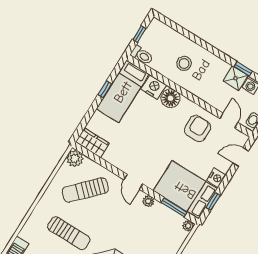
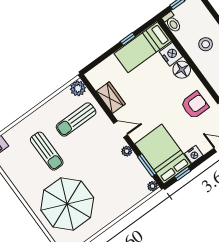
wardrobe: (92, 143) -> (111, 98), moved
door: (133, 182) -> (120, 129), swing flipped
sun lounger: (85, 190) -> (76, 119), turned -44

